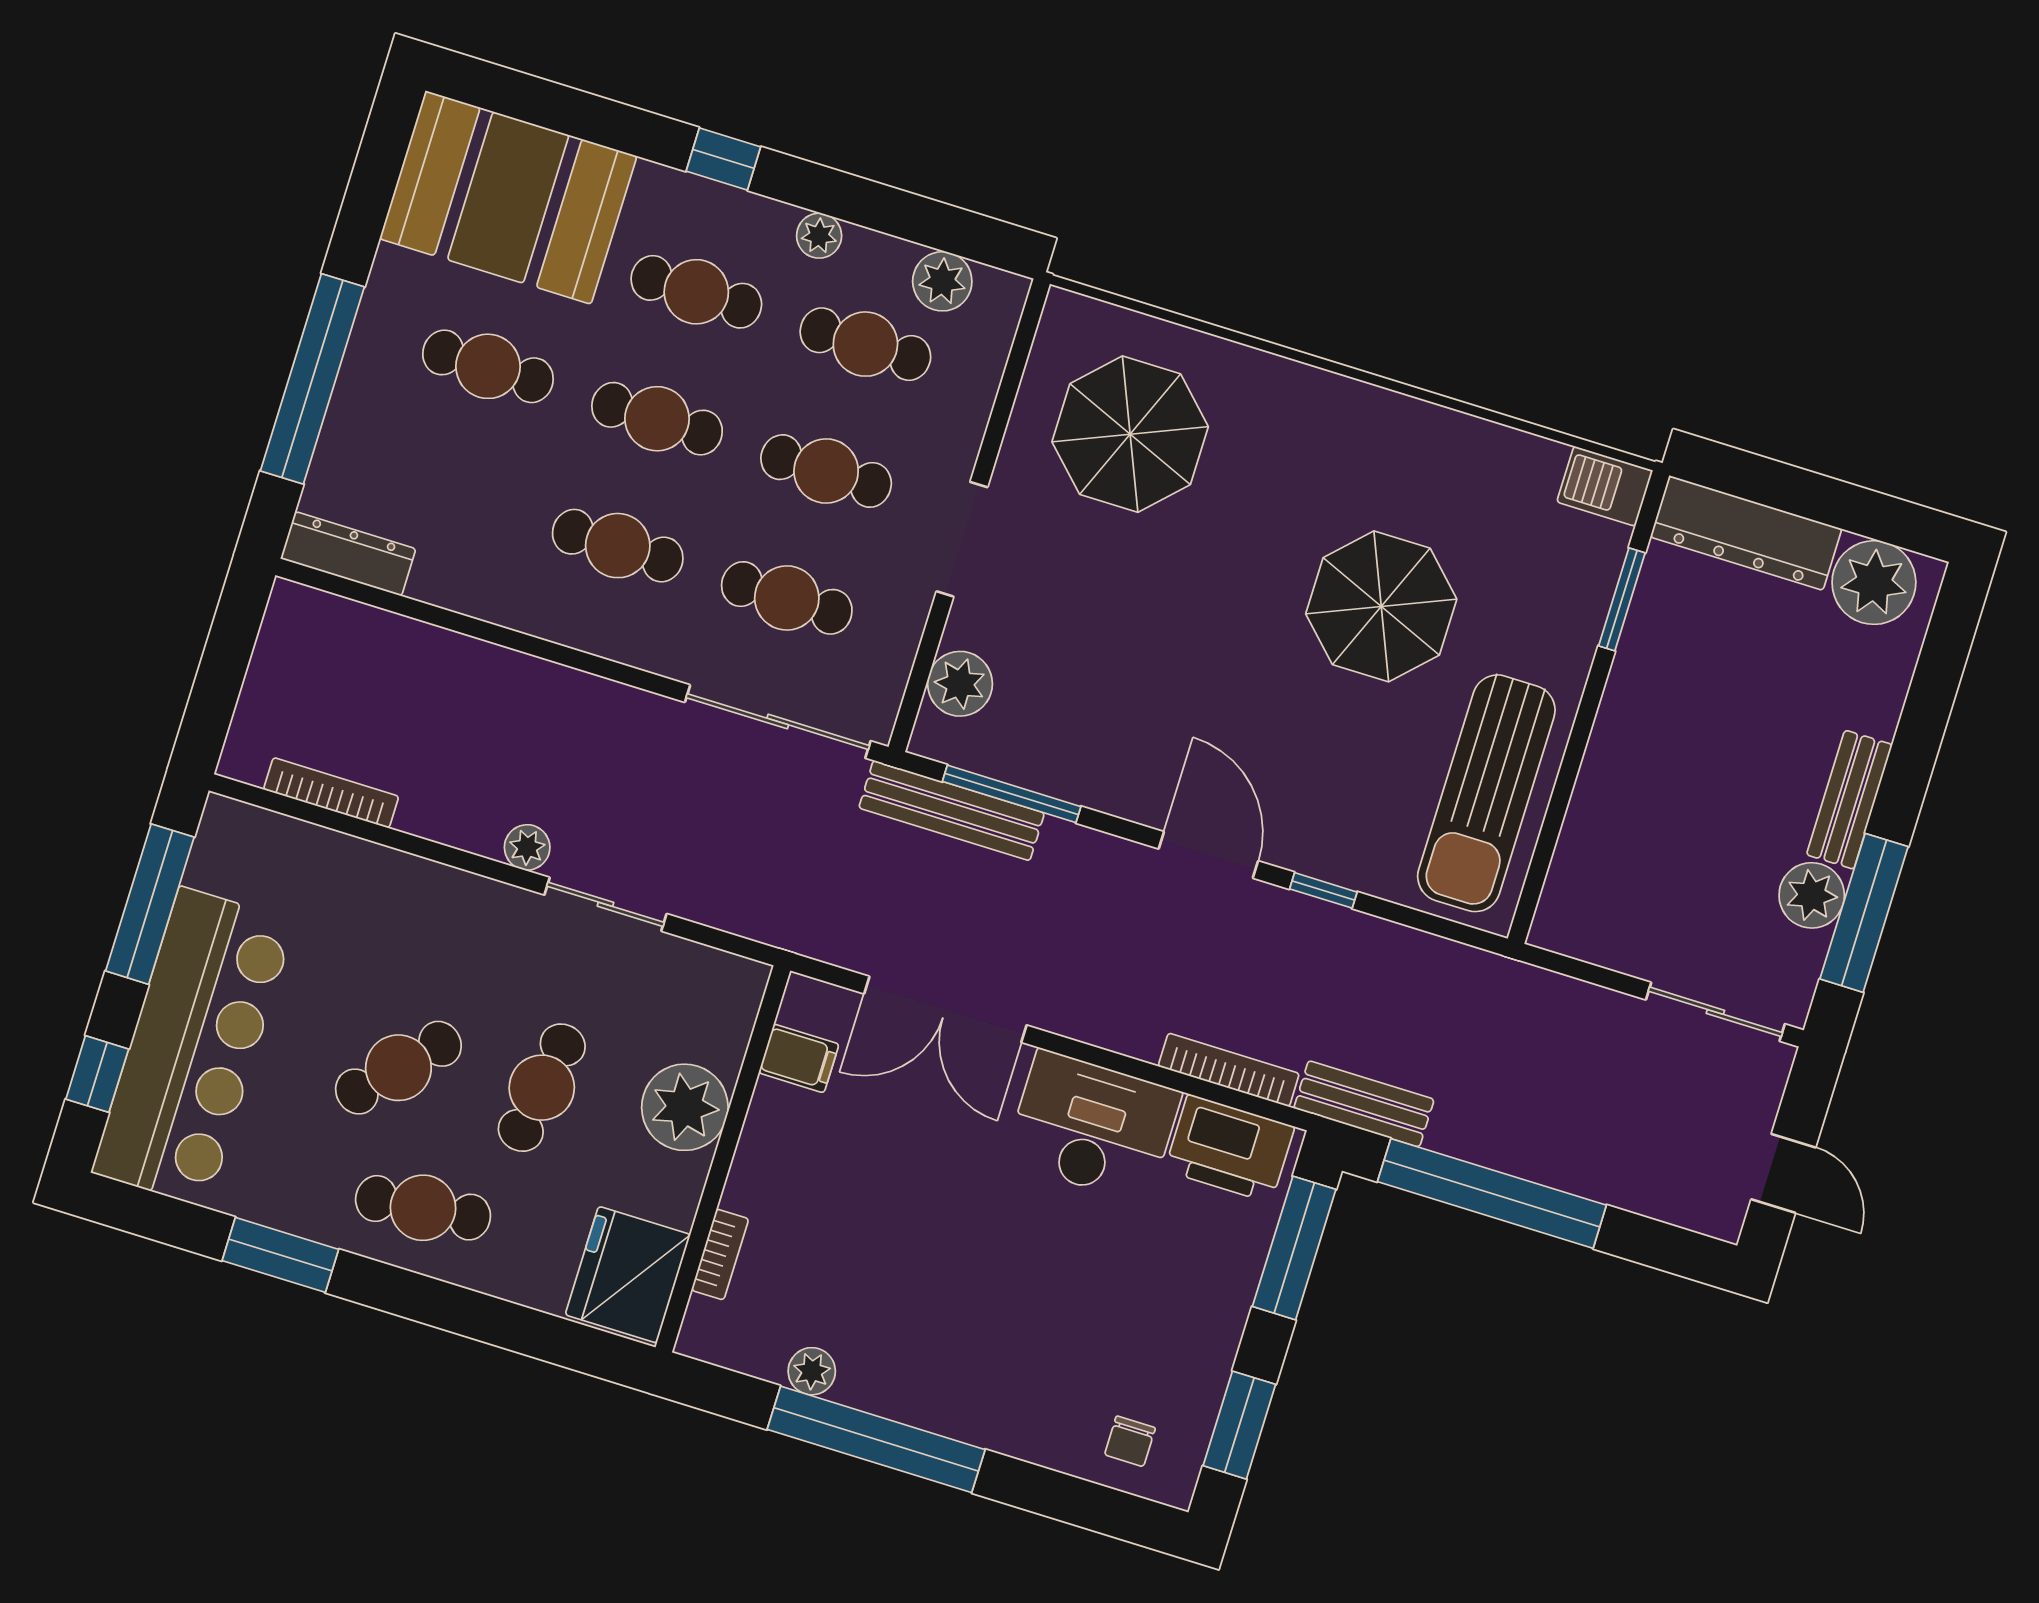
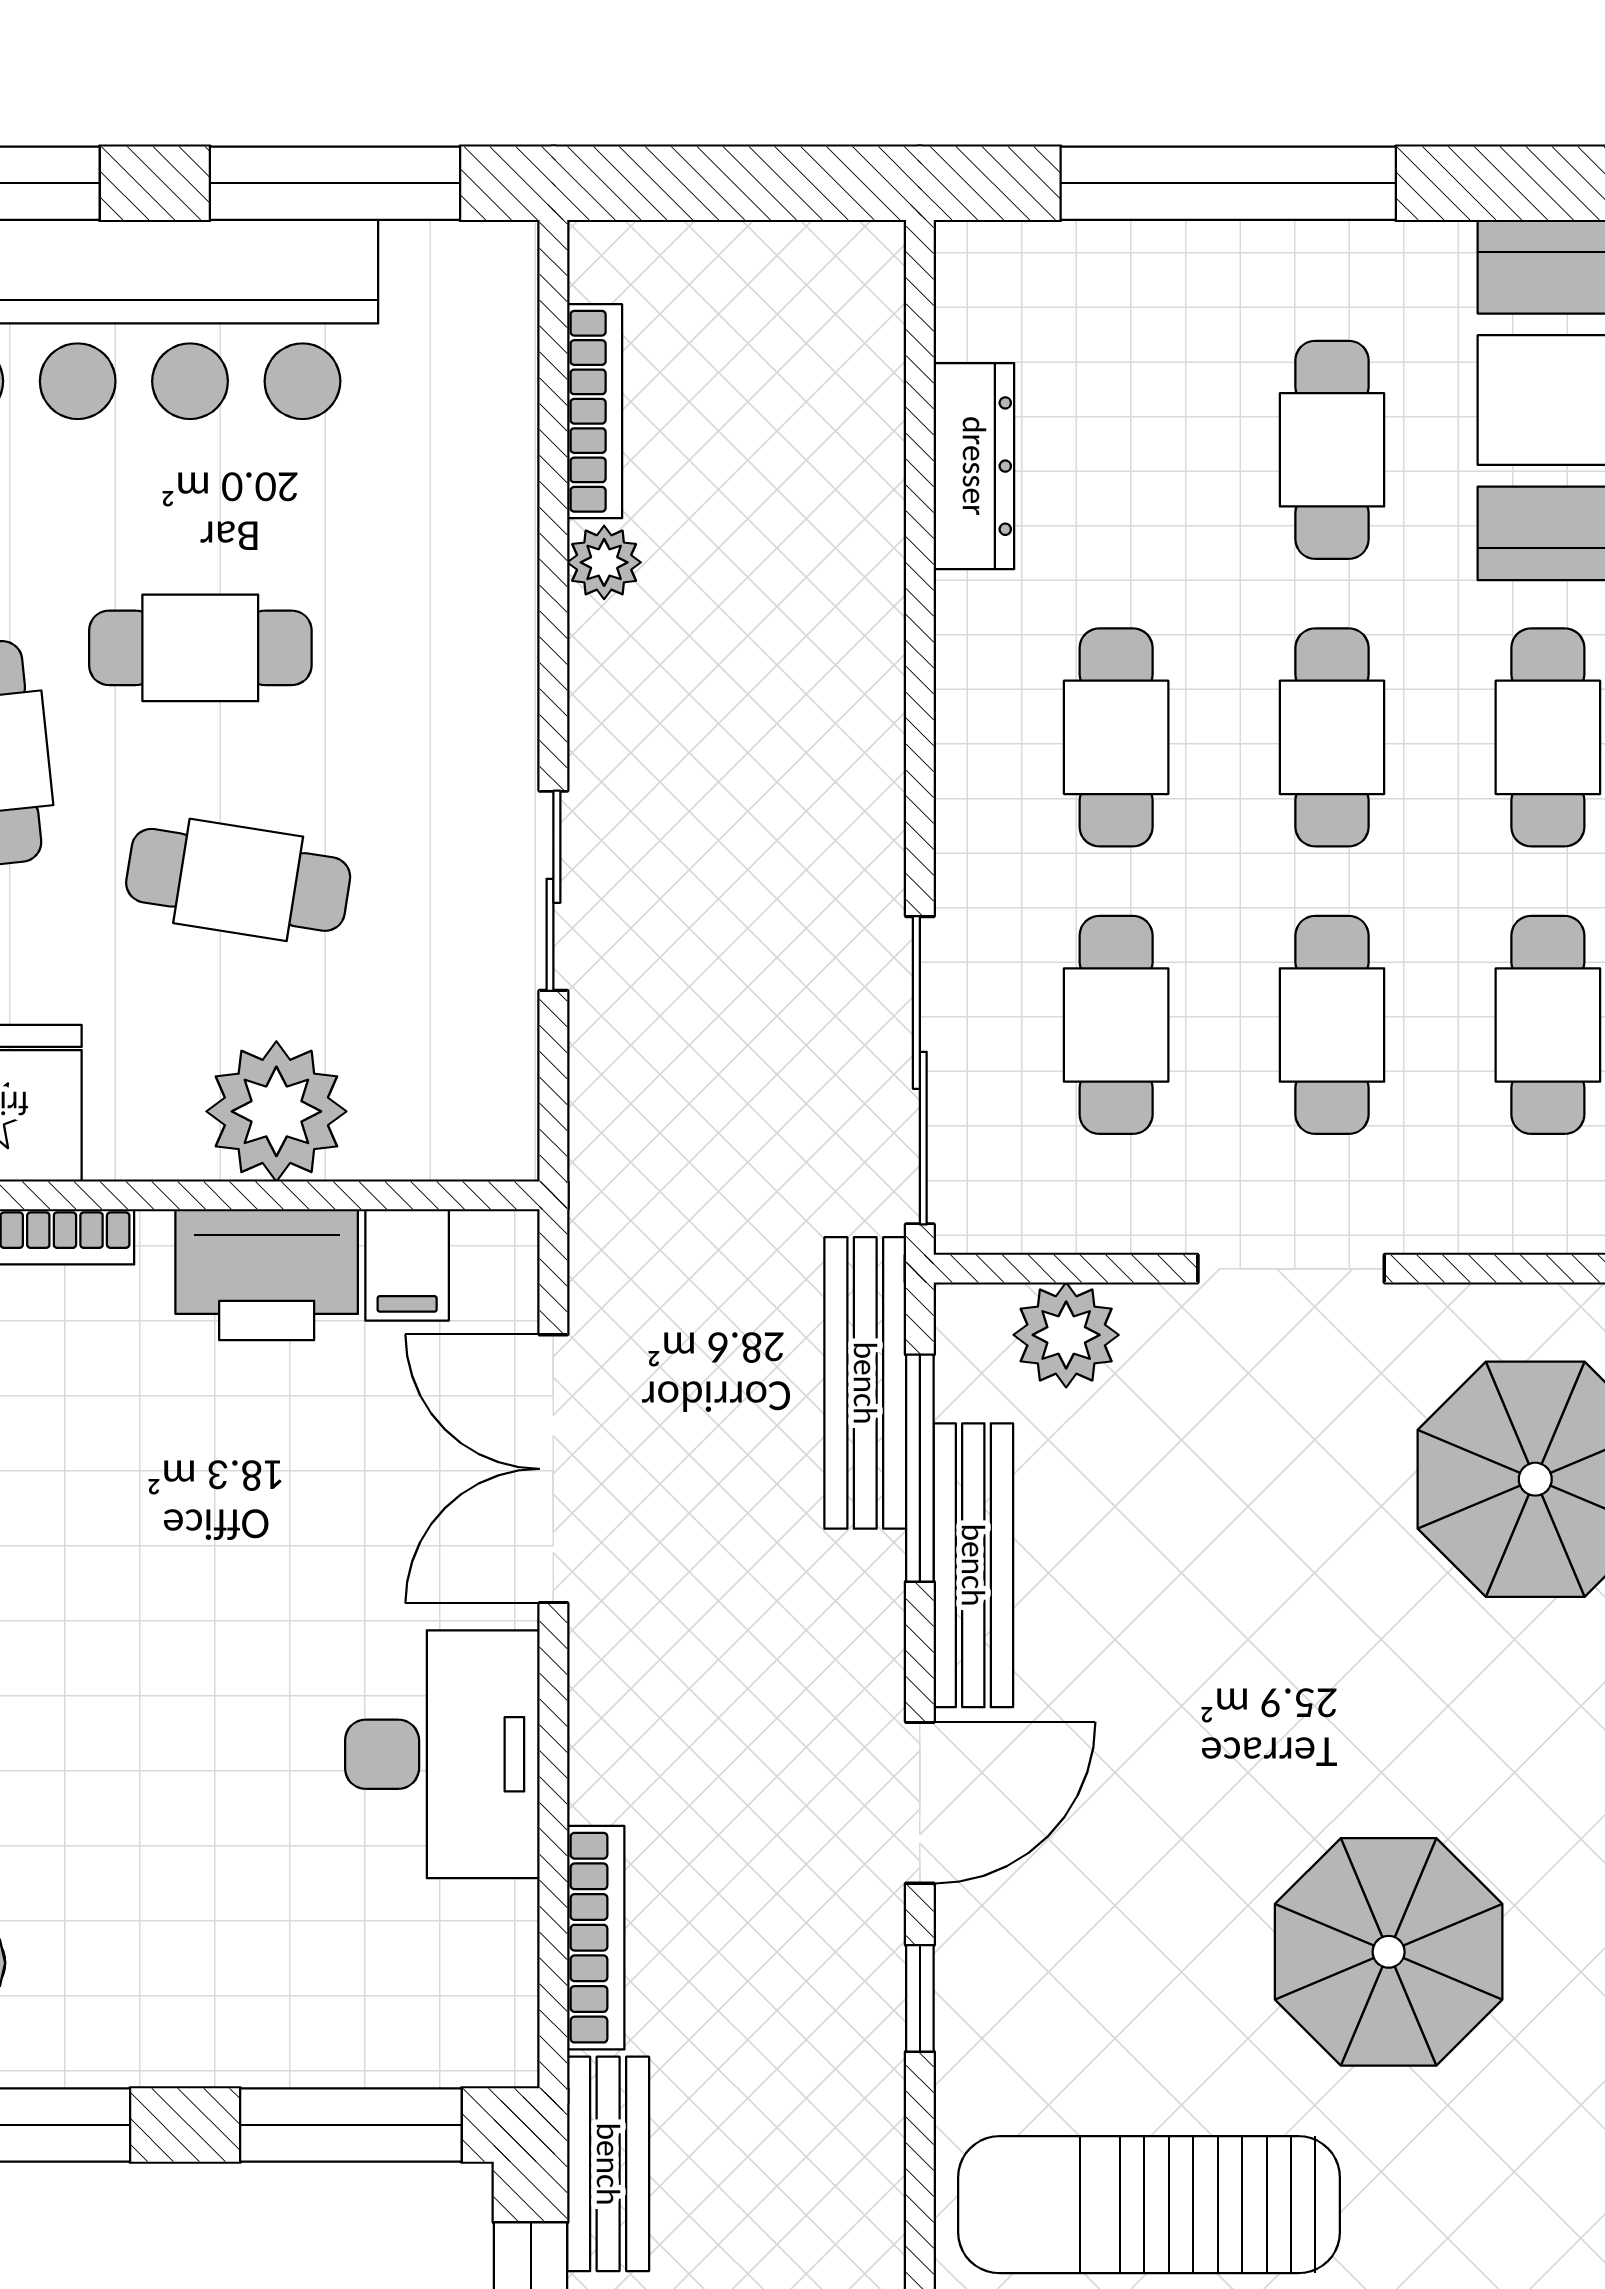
dresser: (348, 554) -> (974, 466), moved
bench: (1078, 780) -> (973, 1565), added
plant: (527, 847) -> (604, 562), moved
cafe table: (398, 1068) -> (200, 648), turned -43
printer: (1230, 1149) -> (267, 1275), moved, turned -90

